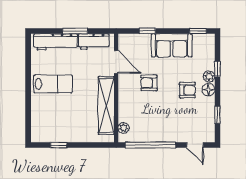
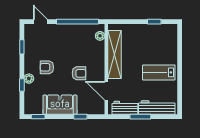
floor lamp: (208, 90) -> (29, 68), removed

